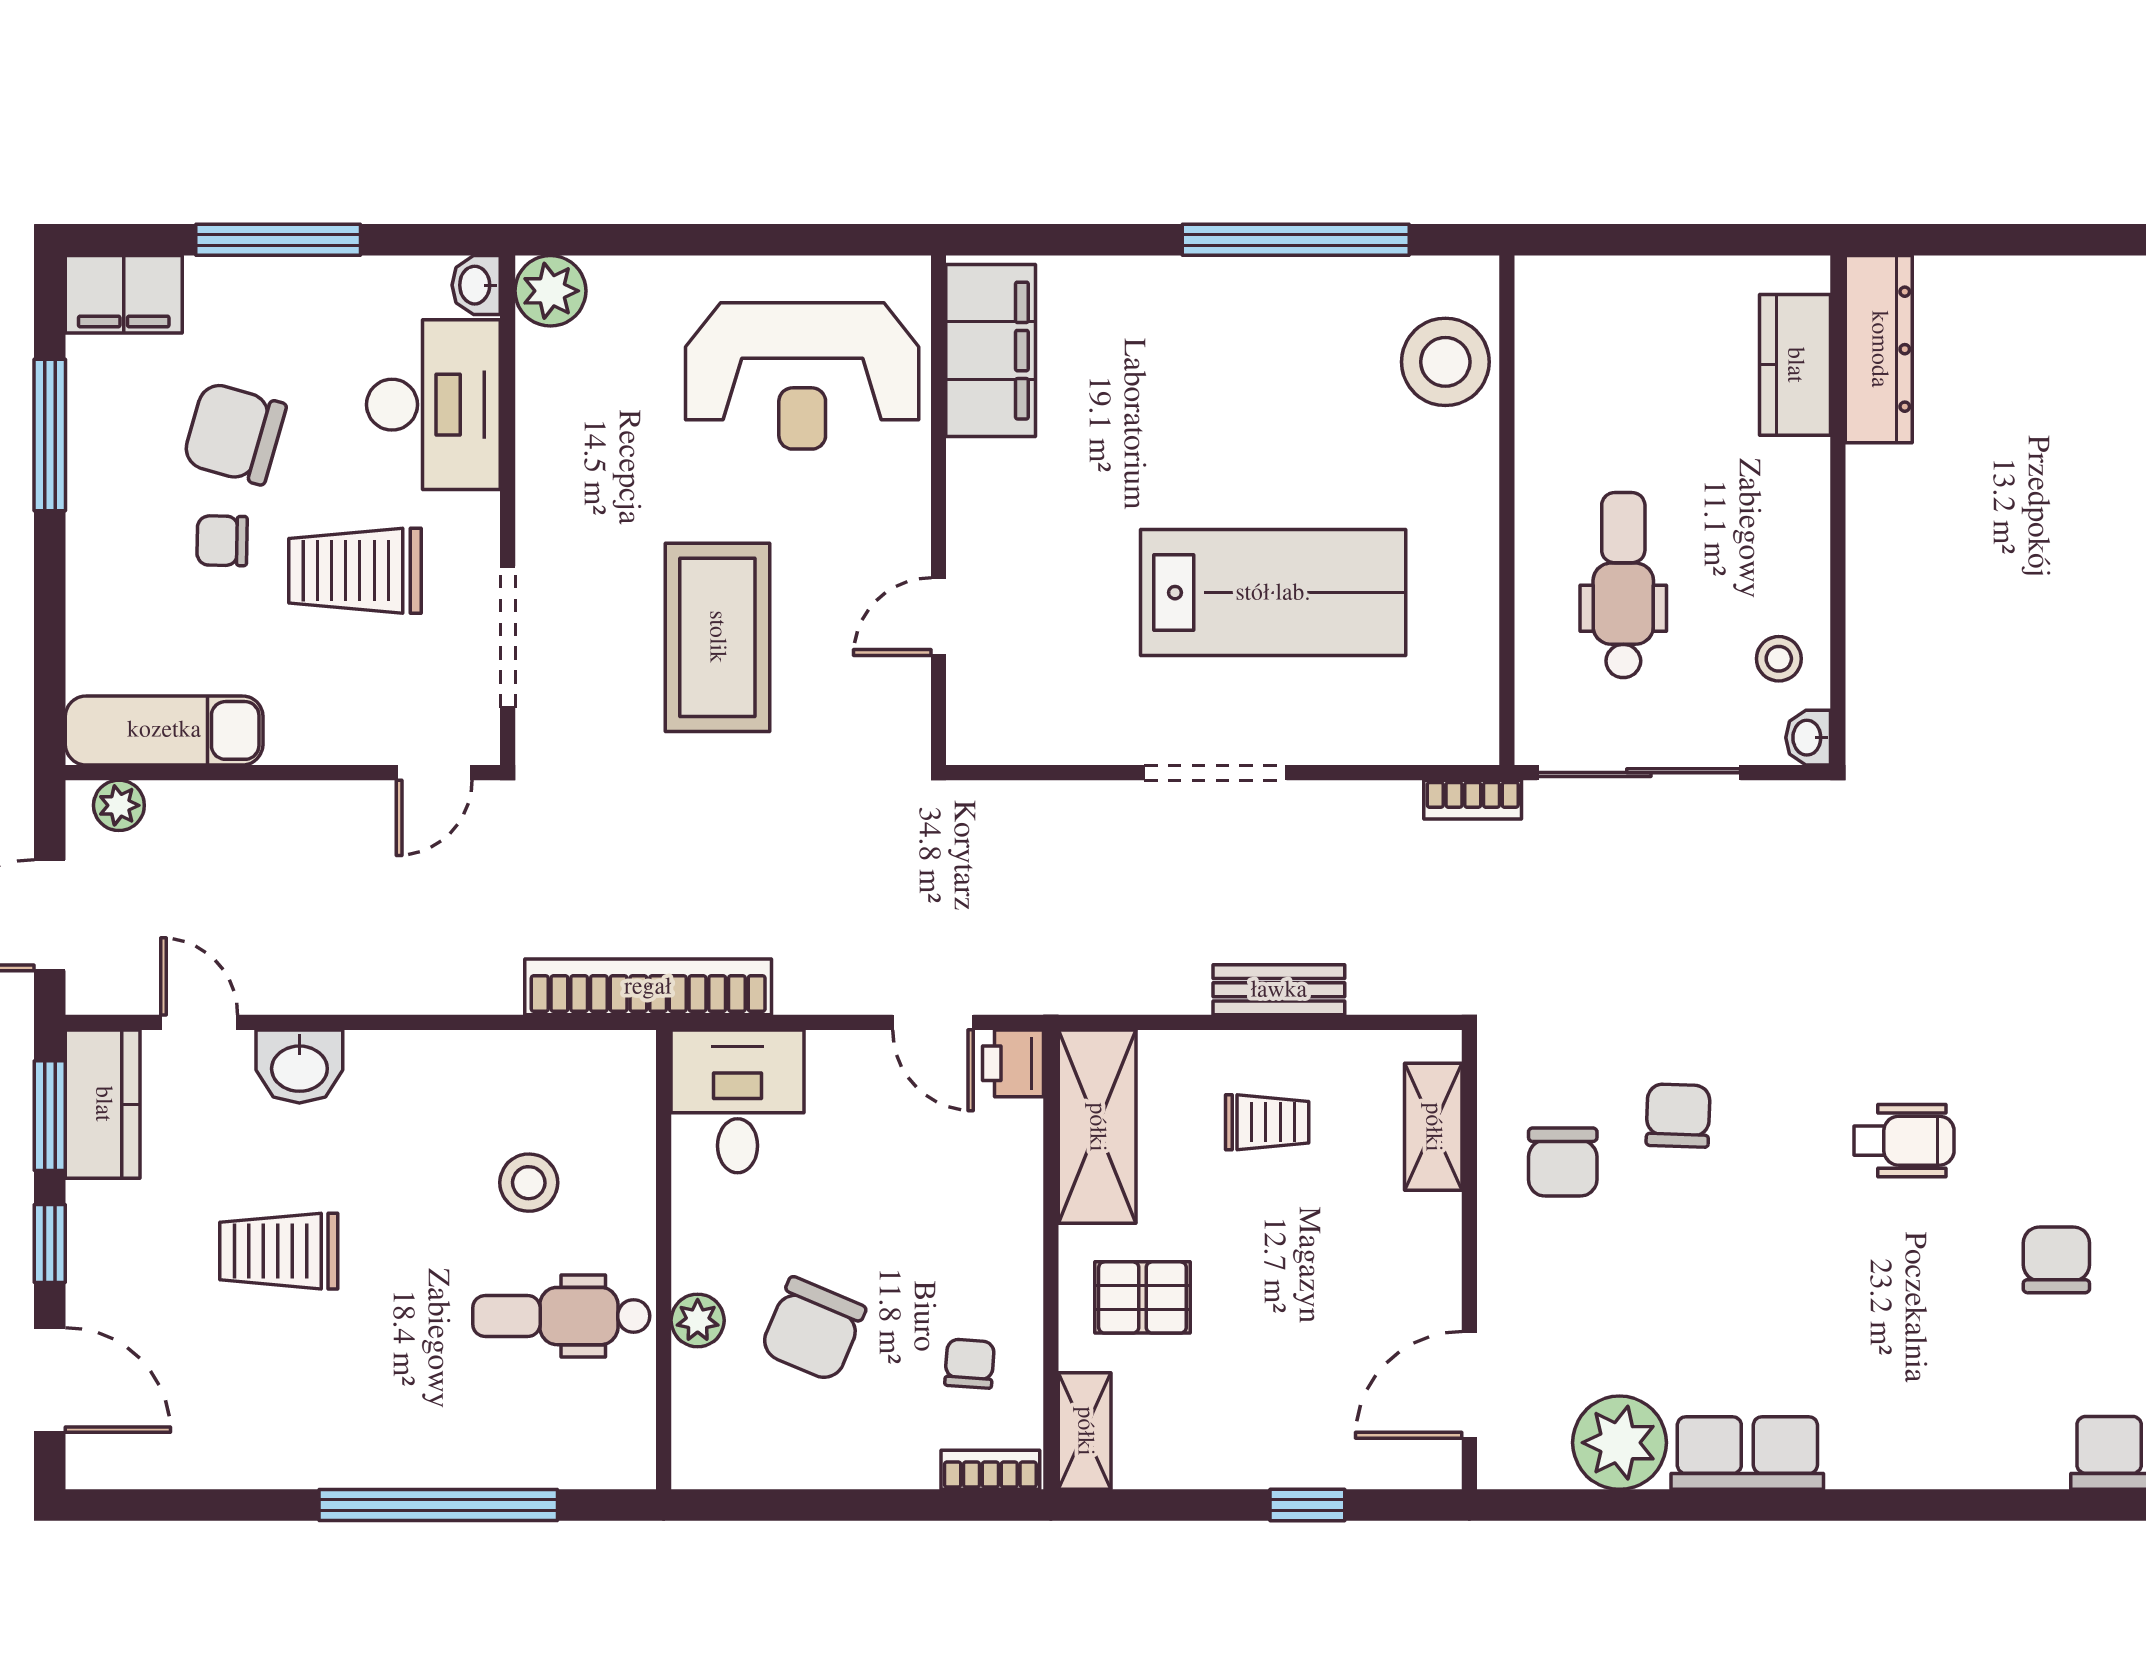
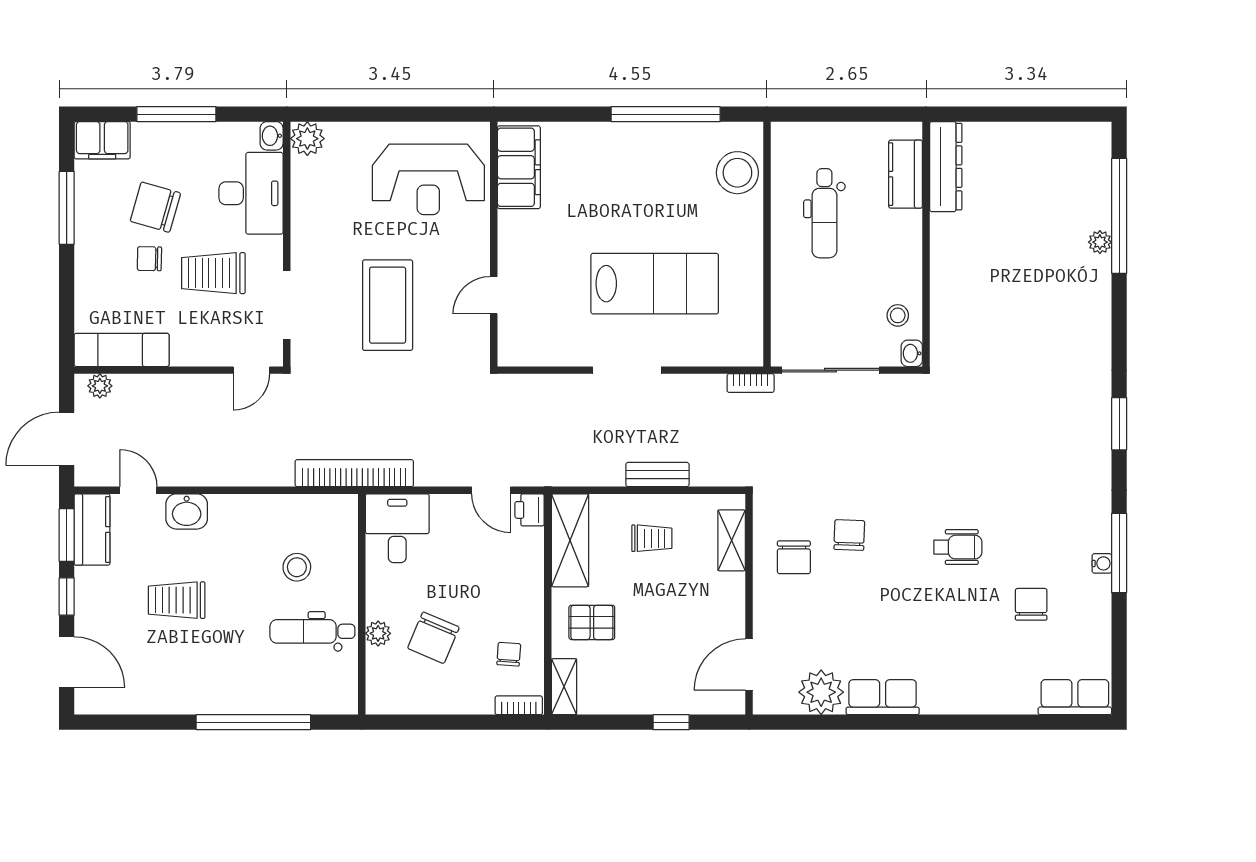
dental chair: (1623, 585) -> (824, 213), moved, turned 180

